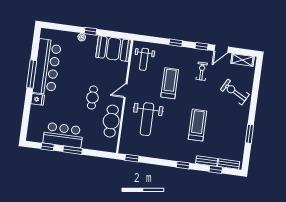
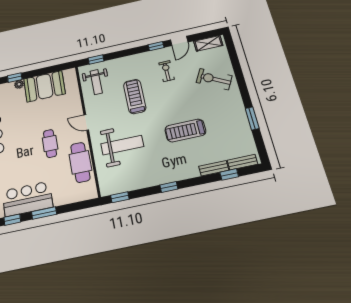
window: (90, 31) -> (15, 78), moved
window: (176, 43) -> (96, 60), moved
booth: (114, 49) -> (44, 86), moved
door: (126, 91) -> (86, 123), hinge flipped
weight bench: (147, 119) -> (122, 145), turned -90
treadmill: (198, 125) -> (185, 131), turned -90
window: (183, 165) -> (169, 187), moved

